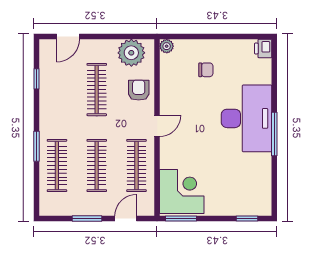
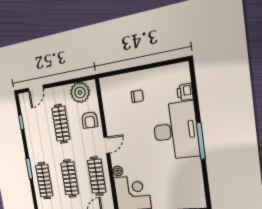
plant: (167, 46) -> (118, 171), moved
printer: (263, 49) -> (185, 92), moved
armchair: (139, 90) -> (90, 120), turned 180

